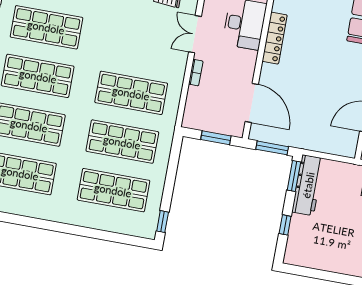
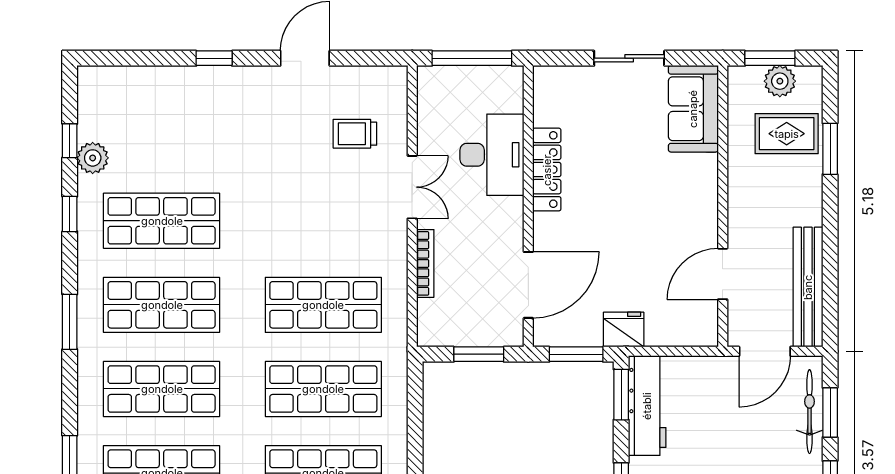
double door: (195, 34) -> (412, 187), swing flipped
bookcase: (196, 73) -> (425, 263), width x1.56
door: (252, 103) -> (528, 285), hinge flipped
fridge: (302, 139) -> (624, 330), added

